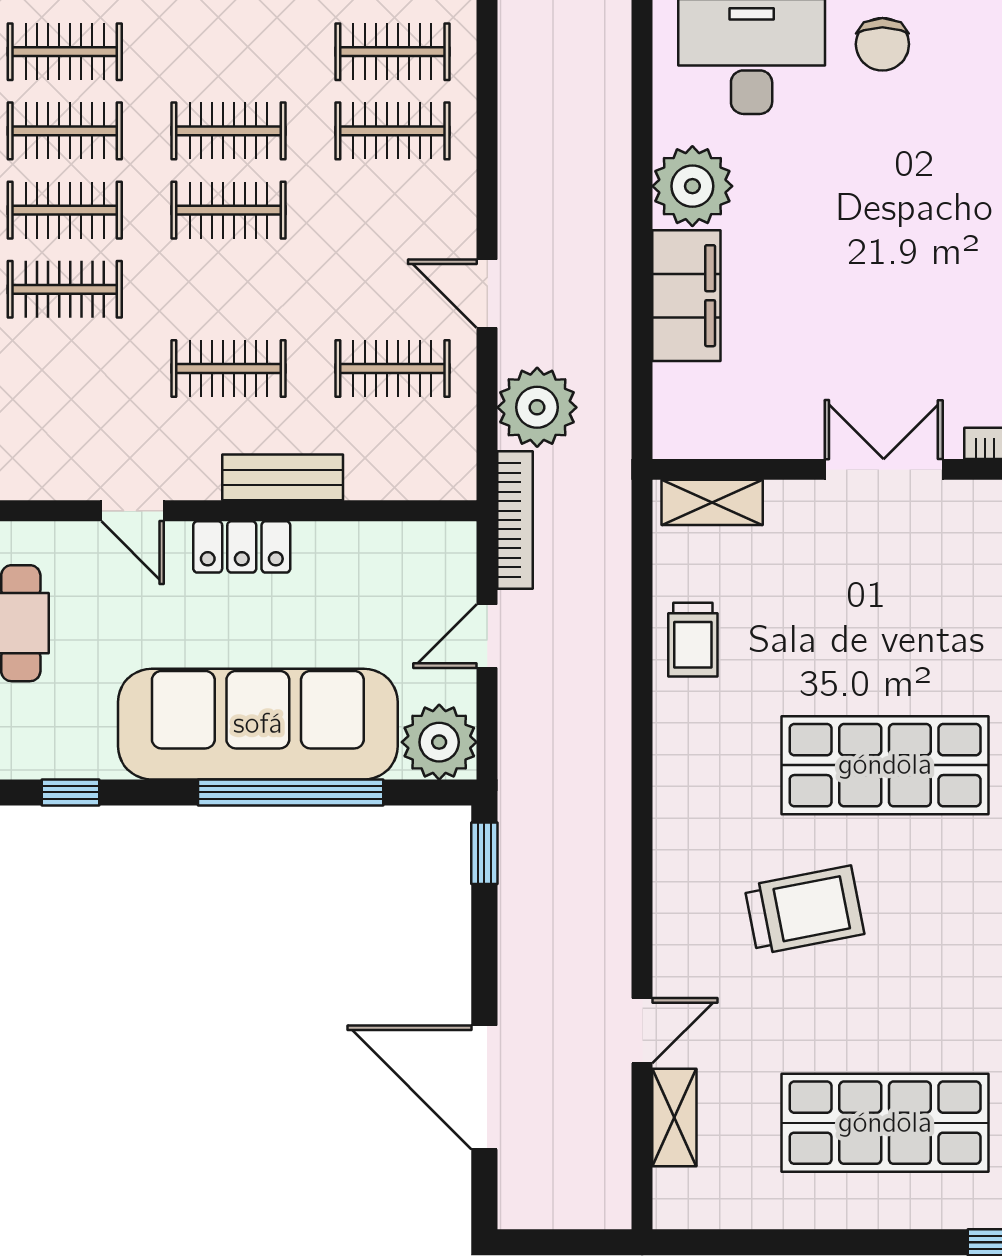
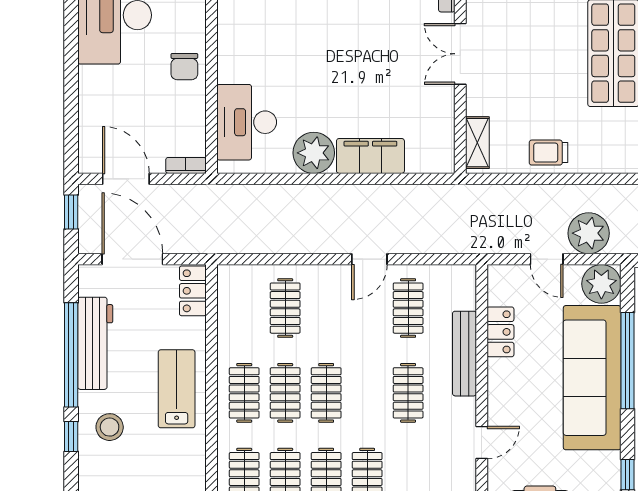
chair: (882, 44) -> (240, 55), removed
clothes rail: (392, 52) -> (244, 393), moved
plant: (537, 407) -> (589, 233), moved
bench: (283, 477) -> (464, 354), width x1.36
bookcase: (515, 520) -> (486, 245), removed
locker: (242, 547) -> (500, 332), moved
trolley: (693, 640) -> (548, 153), turned 180

